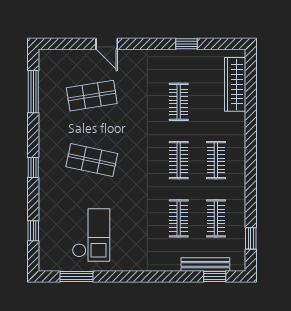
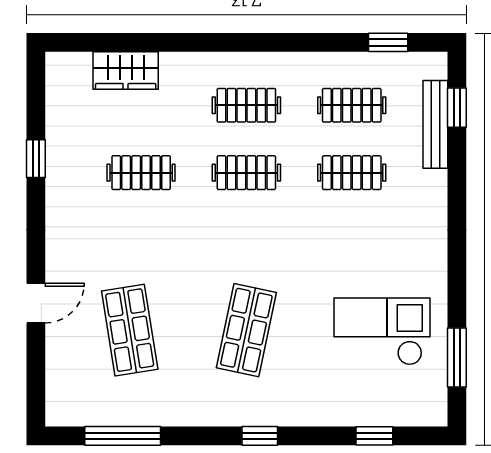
wardrobe: (235, 84) -> (126, 71), width x0.67

